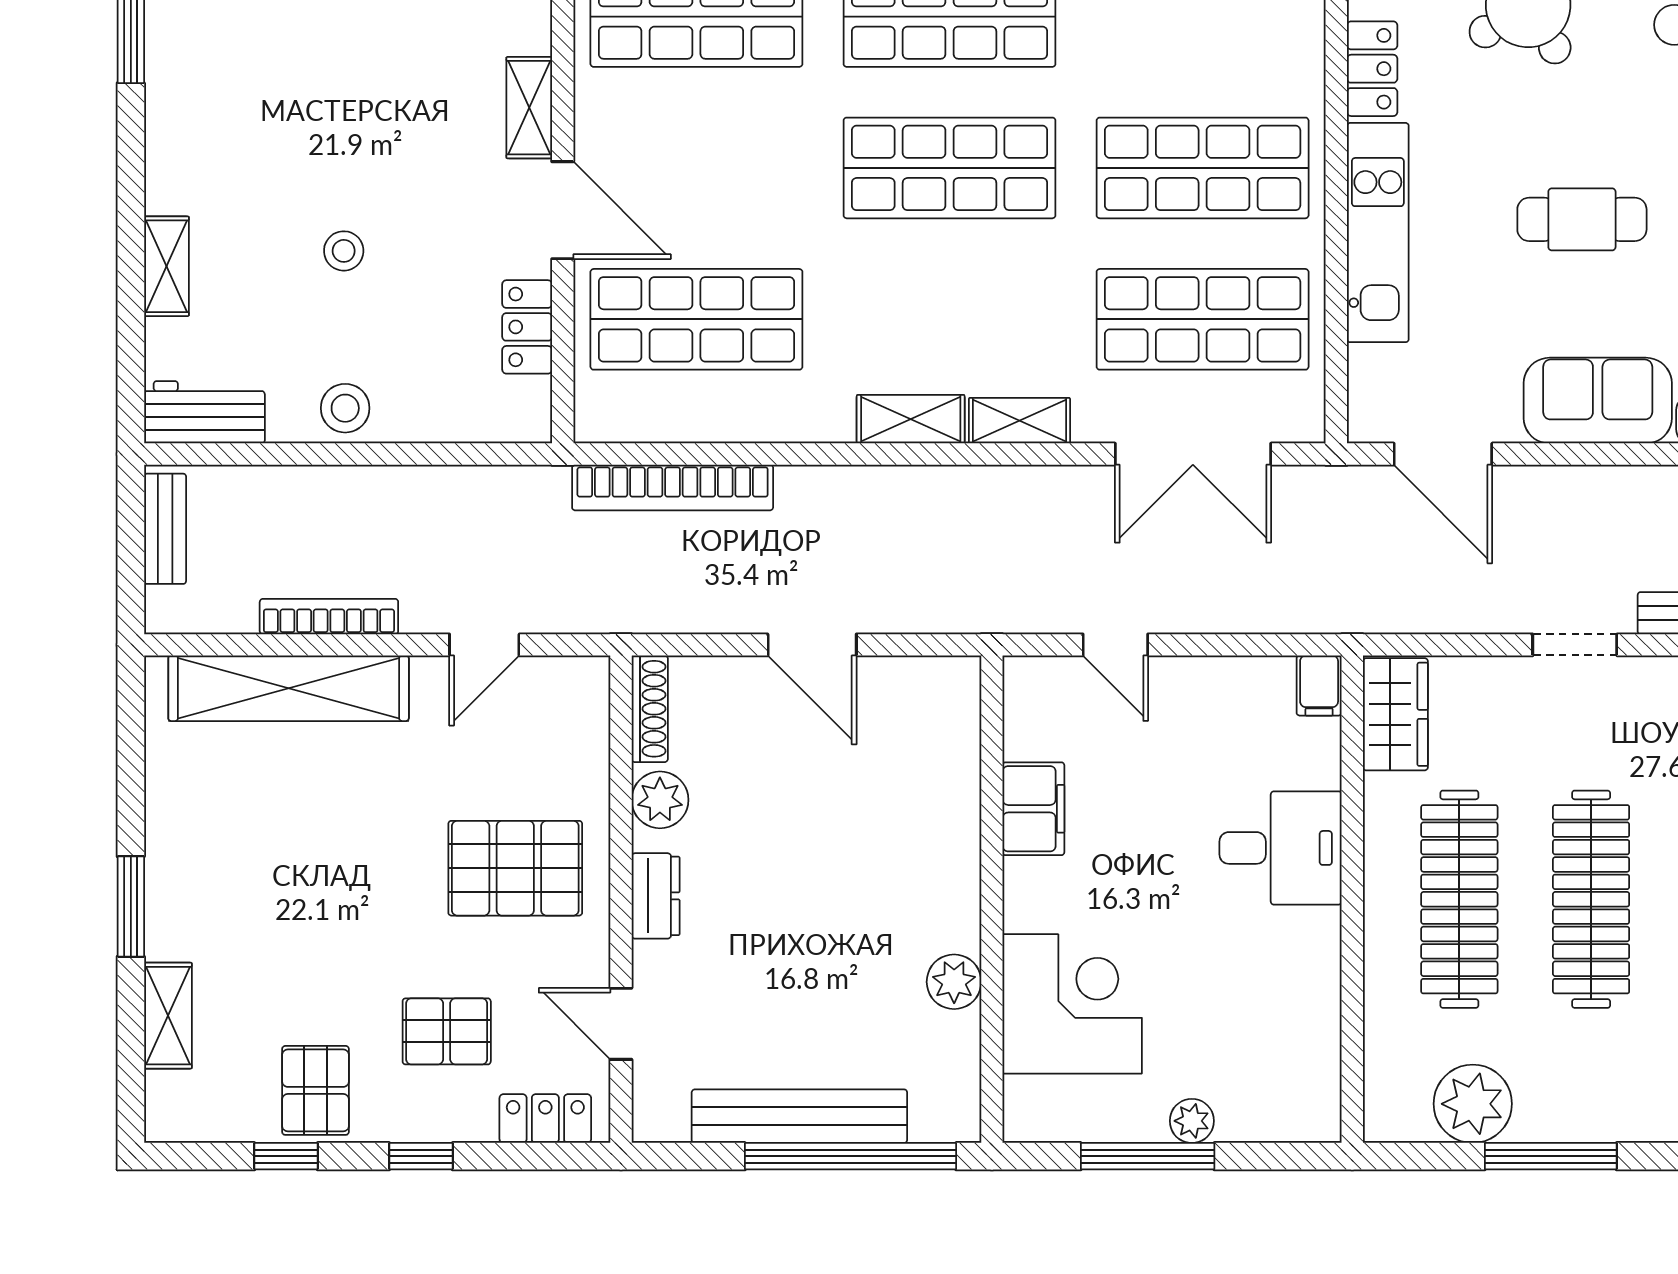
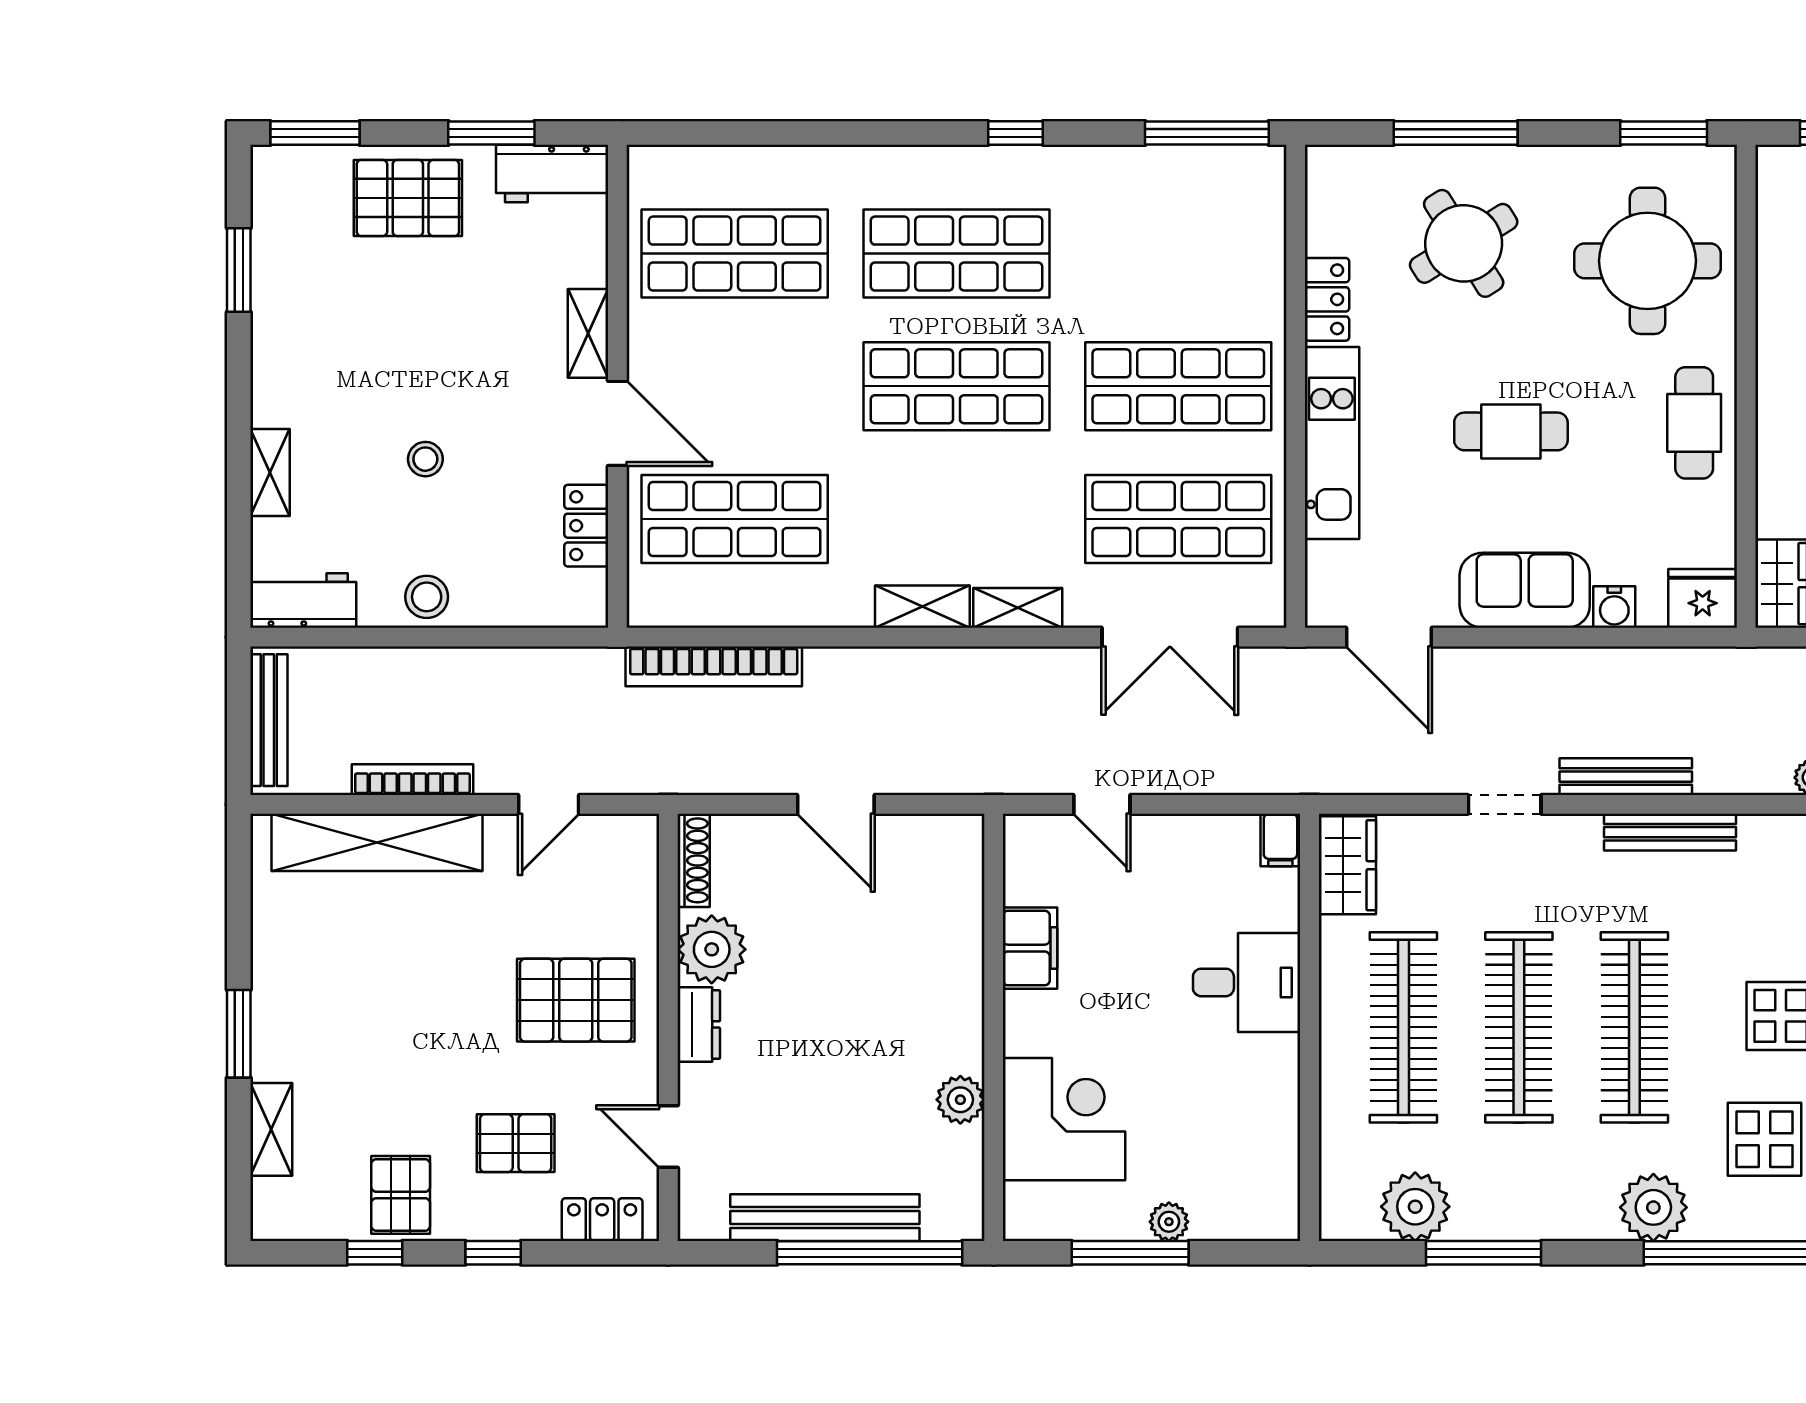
bench: (165, 529) -> (269, 720), width x1.36
plant: (660, 800) -> (712, 949), width x1.36, depth x1.36

